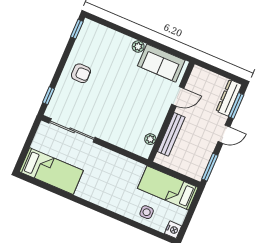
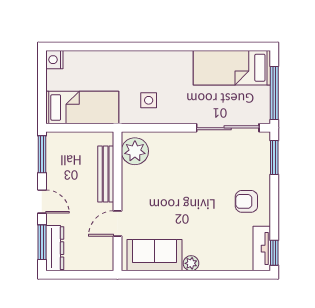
tv unit: (84, 36) -> (262, 249), added
window: (48, 96) -> (274, 158), width x1.50
door: (224, 134) -> (42, 201), swing flipped
plant: (150, 139) -> (135, 151), width x1.87, depth x1.87
window: (29, 141) -> (274, 93), added
side table: (147, 212) -> (149, 100), moved

